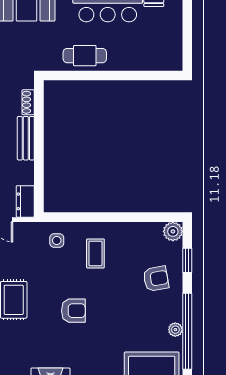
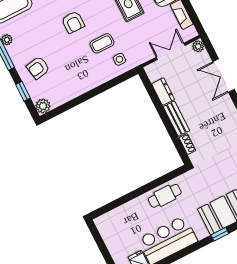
dresser: (25, 201) -> (163, 92), moved
coffee table: (95, 253) -> (102, 43), moved, turned 90
armchair: (73, 311) -> (73, 22), moved, turned -90

